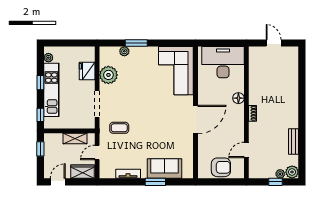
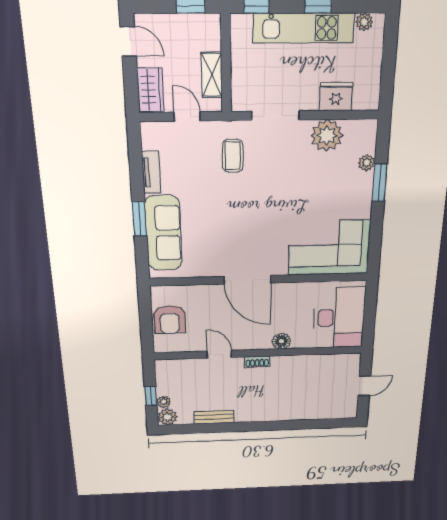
door: (246, 150) -> (219, 354), moved
sofa: (164, 168) -> (164, 233), width x1.36

